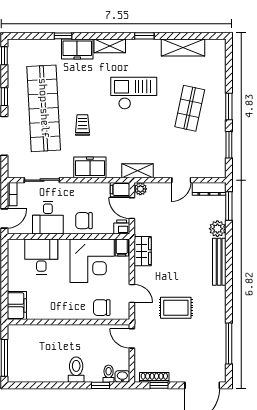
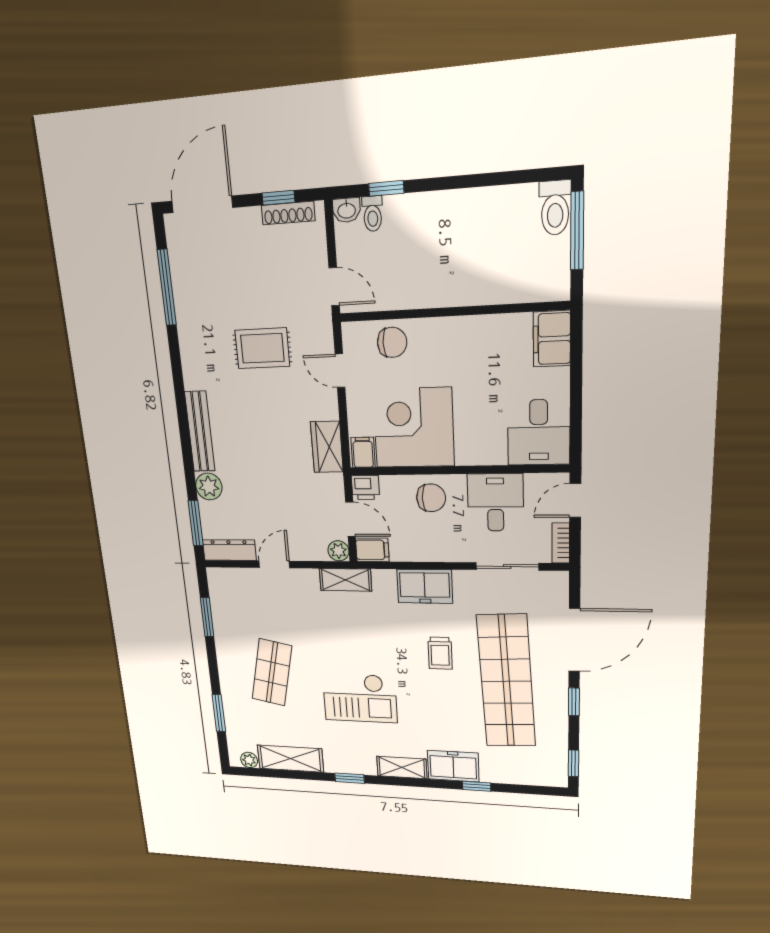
plant: (212, 45) -> (249, 760), added
window: (229, 107) -> (219, 713), moved
desk: (41, 257) -> (539, 432), moved
toilet: (76, 370) -> (555, 208), moved

